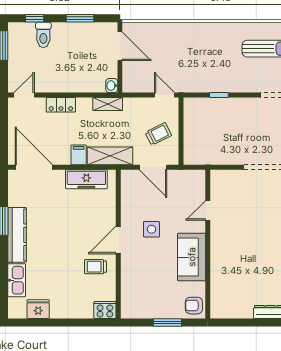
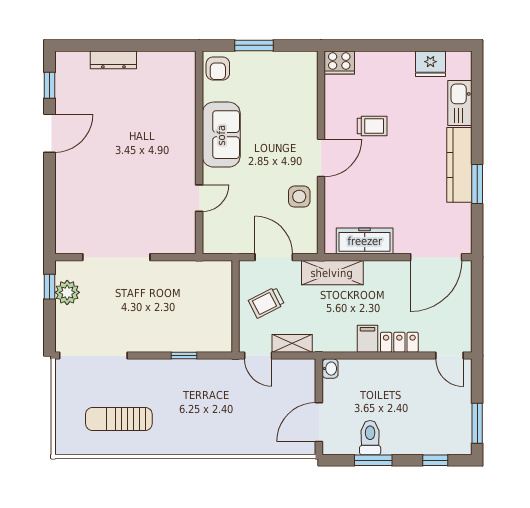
toilet: (43, 35) -> (370, 438), moved
door: (120, 46) -> (319, 422), hinge flipped
door: (24, 95) -> (450, 356), hinge flipped
shelving: (108, 104) -> (292, 343), moved
filing cabinet: (79, 155) -> (368, 339), moved, turned 180
door: (34, 167) -> (436, 257), hinge flipped
side table: (151, 229) -> (299, 197), moved
trolley: (96, 267) -> (372, 126), moved
armchair: (194, 306) -> (218, 69), turned 90

